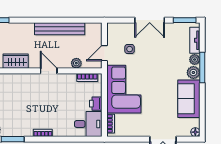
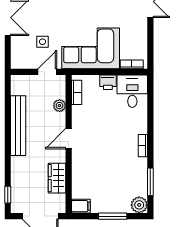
door: (104, 53) -> (47, 72), swing flipped

